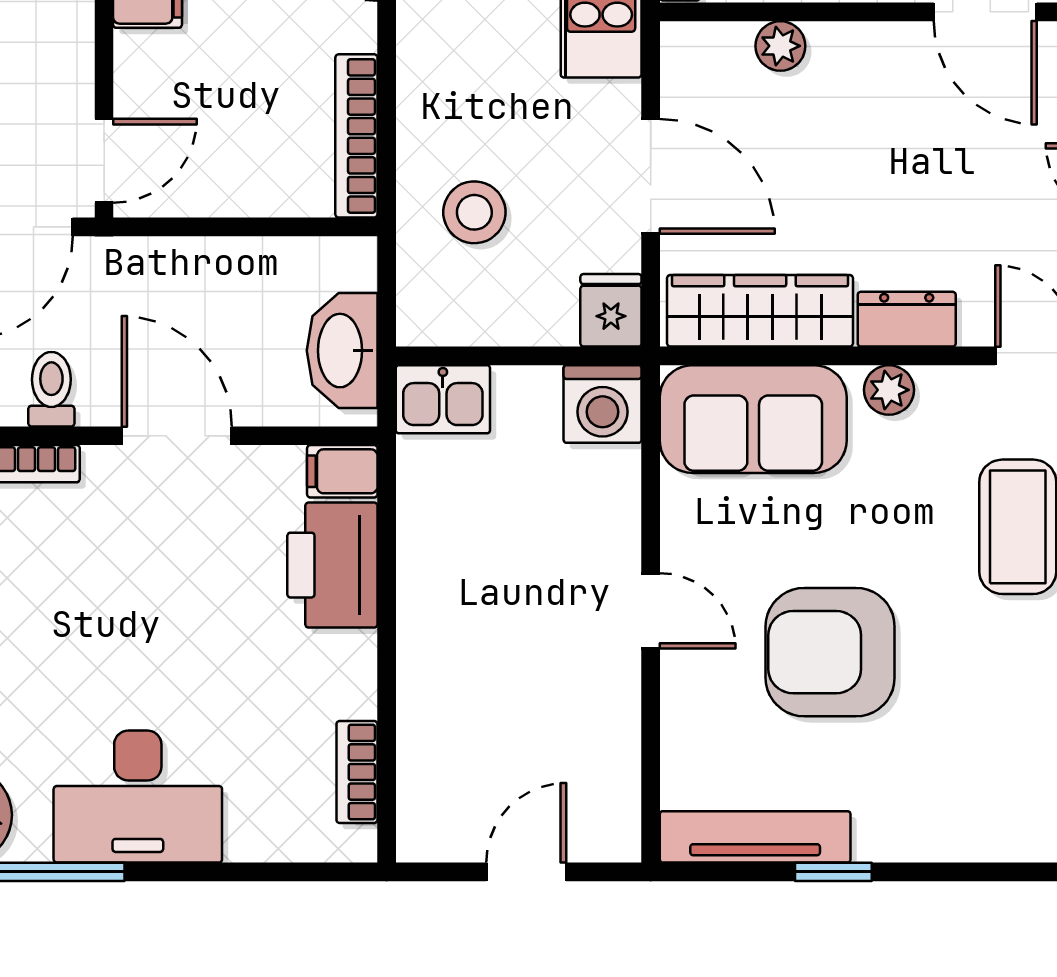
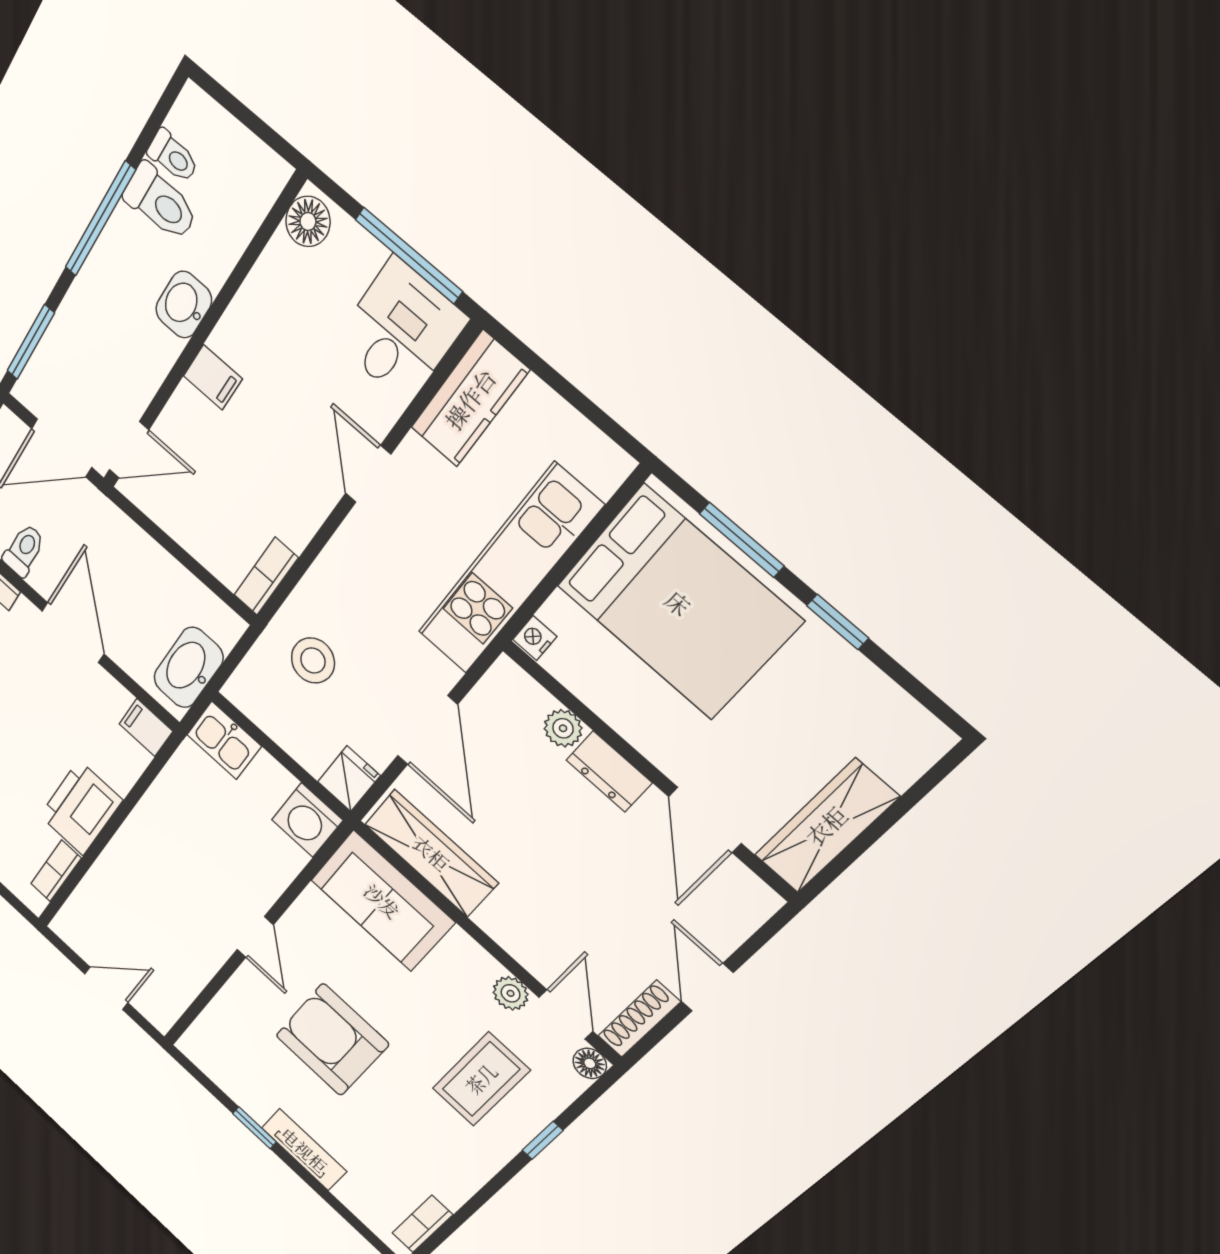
bookcase: (356, 136) -> (266, 576), width x0.64
dresser: (907, 319) -> (609, 771), moved, turned 180
plant: (889, 390) -> (511, 993), moved
printer: (332, 565) -> (81, 808), moved
tv unit: (755, 837) -> (304, 1150), moved, width x0.71

